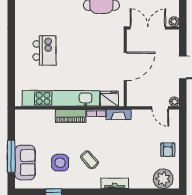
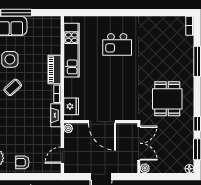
kitchen unit: (61, 98) -> (71, 50), width x0.73
plant: (174, 102) -> (68, 128), moved

